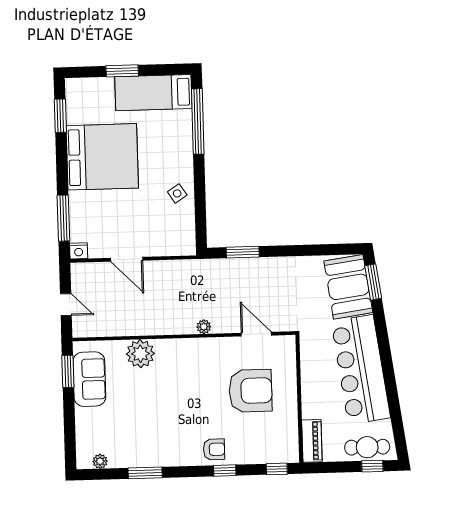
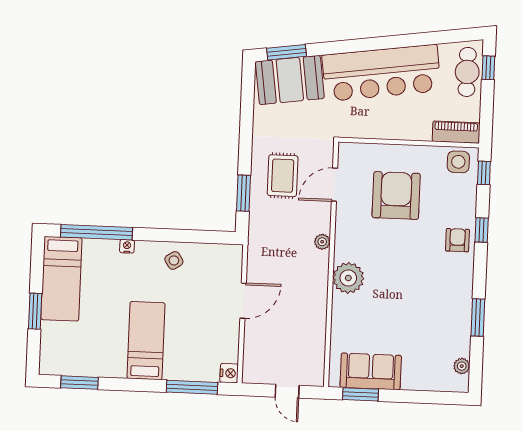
nightstand: (187, 150) -> (127, 246), added
bed: (102, 157) -> (146, 341), width x0.49
door: (127, 259) -> (243, 301), moved
rug: (261, 287) -> (283, 176), added
door: (66, 305) -> (287, 391), swing flipped
plant: (140, 354) -> (348, 278), moved
side table: (285, 445) -> (458, 162), added

